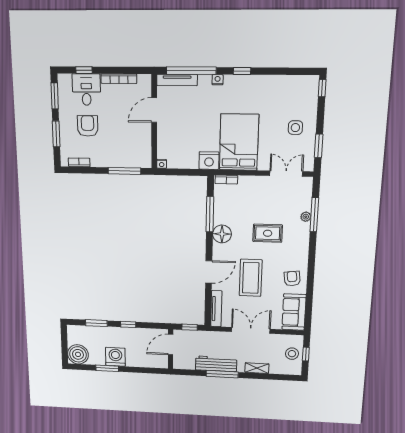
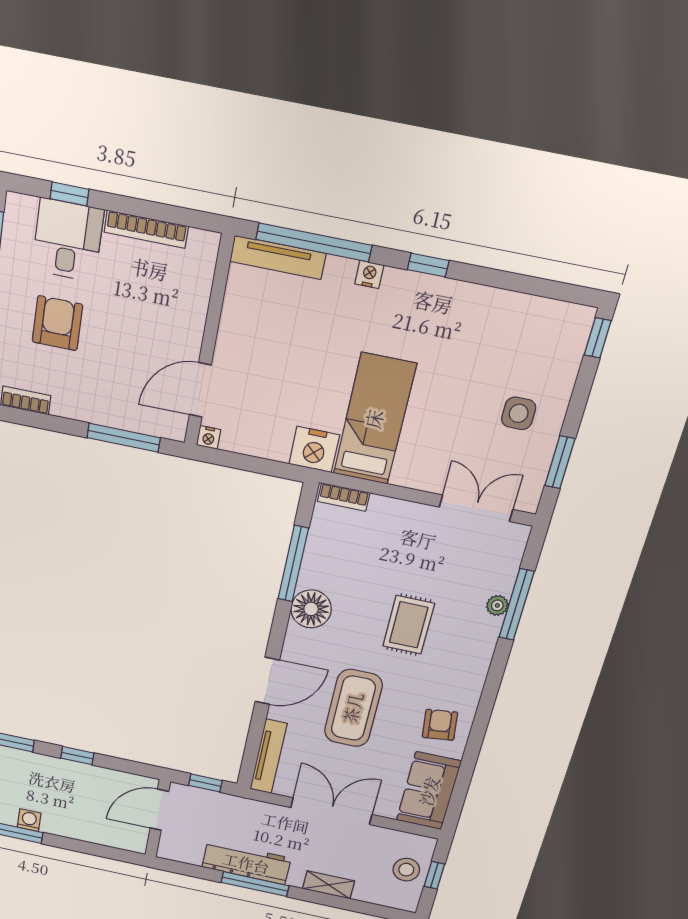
door: (154, 110) -> (200, 390), moved
bed: (239, 142) -> (374, 419), width x0.67
rug: (268, 233) -> (409, 625), turned 90
washing machine: (115, 357) -> (29, 820), width x0.53, depth x0.53

